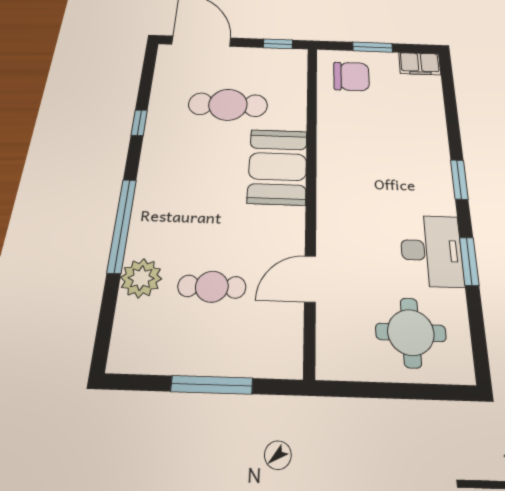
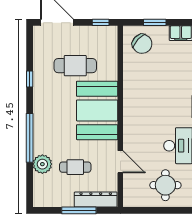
chair: (351, 76) -> (142, 44), turned 43
booth: (278, 167) -> (97, 110), width x1.36, depth x1.42
door: (310, 279) -> (120, 162), swing flipped
dresser: (253, 360) -> (96, 200), added

